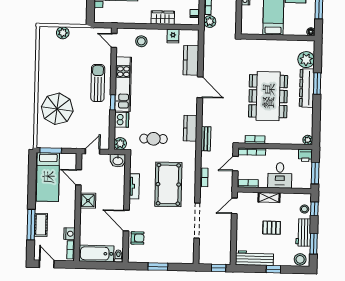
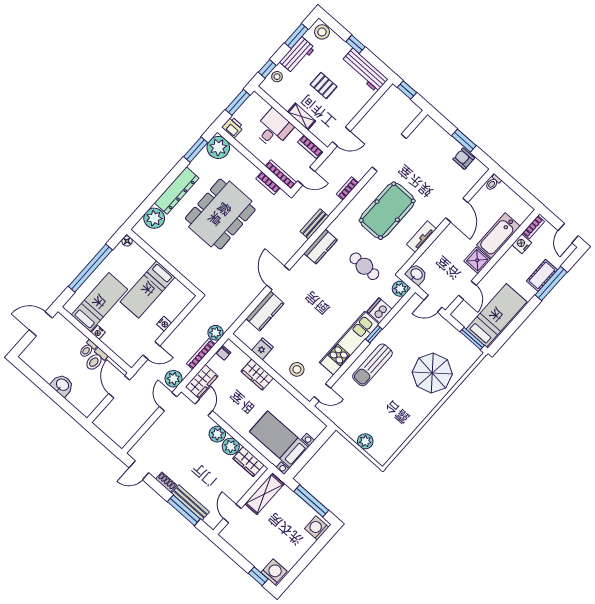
door: (114, 40) -> (322, 392), hinge flipped
window: (317, 84) -> (196, 150), moved
plant: (308, 140) -> (218, 147), width x1.88, depth x1.88
armchair: (137, 238) -> (464, 159), moved
bathtub: (96, 254) -> (498, 236), moved, turned 90

